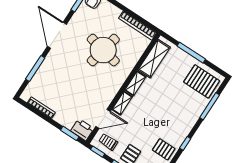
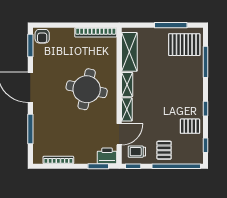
round table: (103, 50) -> (87, 89), moved
window: (191, 53) -> (171, 25), moved

